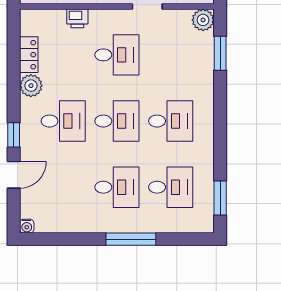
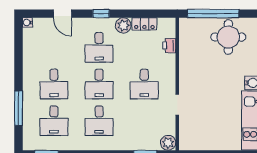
printer: (77, 18) -> (169, 46), moved
window: (14, 135) -> (101, 14), moved
window: (131, 239) -> (18, 108), moved

